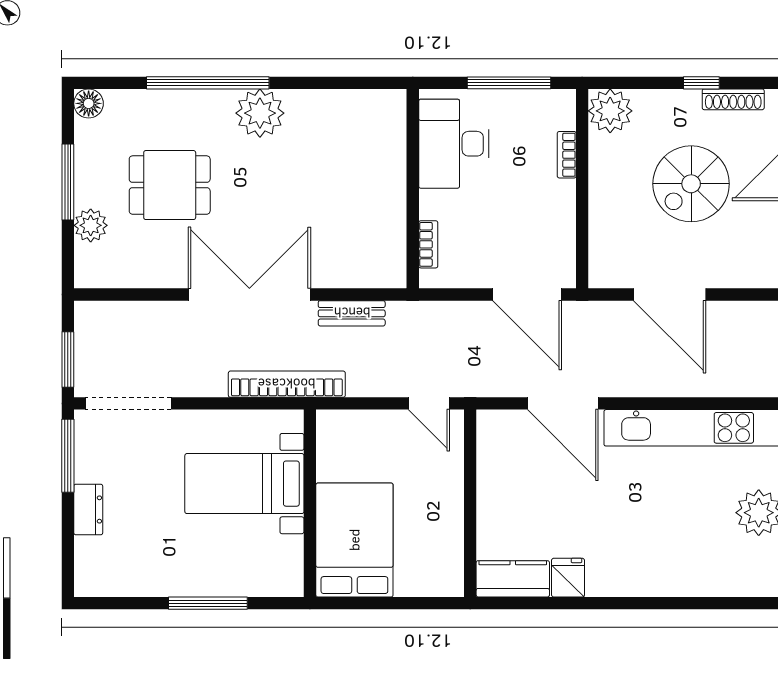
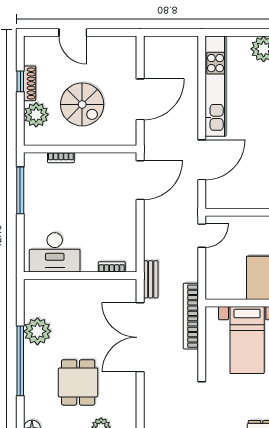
shoe rack: (733, 99) -> (30, 83), moved
plant: (610, 111) -> (36, 115), moved
desk: (454, 144) -> (55, 252), moved
spiral stairs: (691, 184) -> (82, 104), moved
wall: (413, 189) -> (80, 276), moved
bookcase: (428, 244) -> (112, 267), moved

